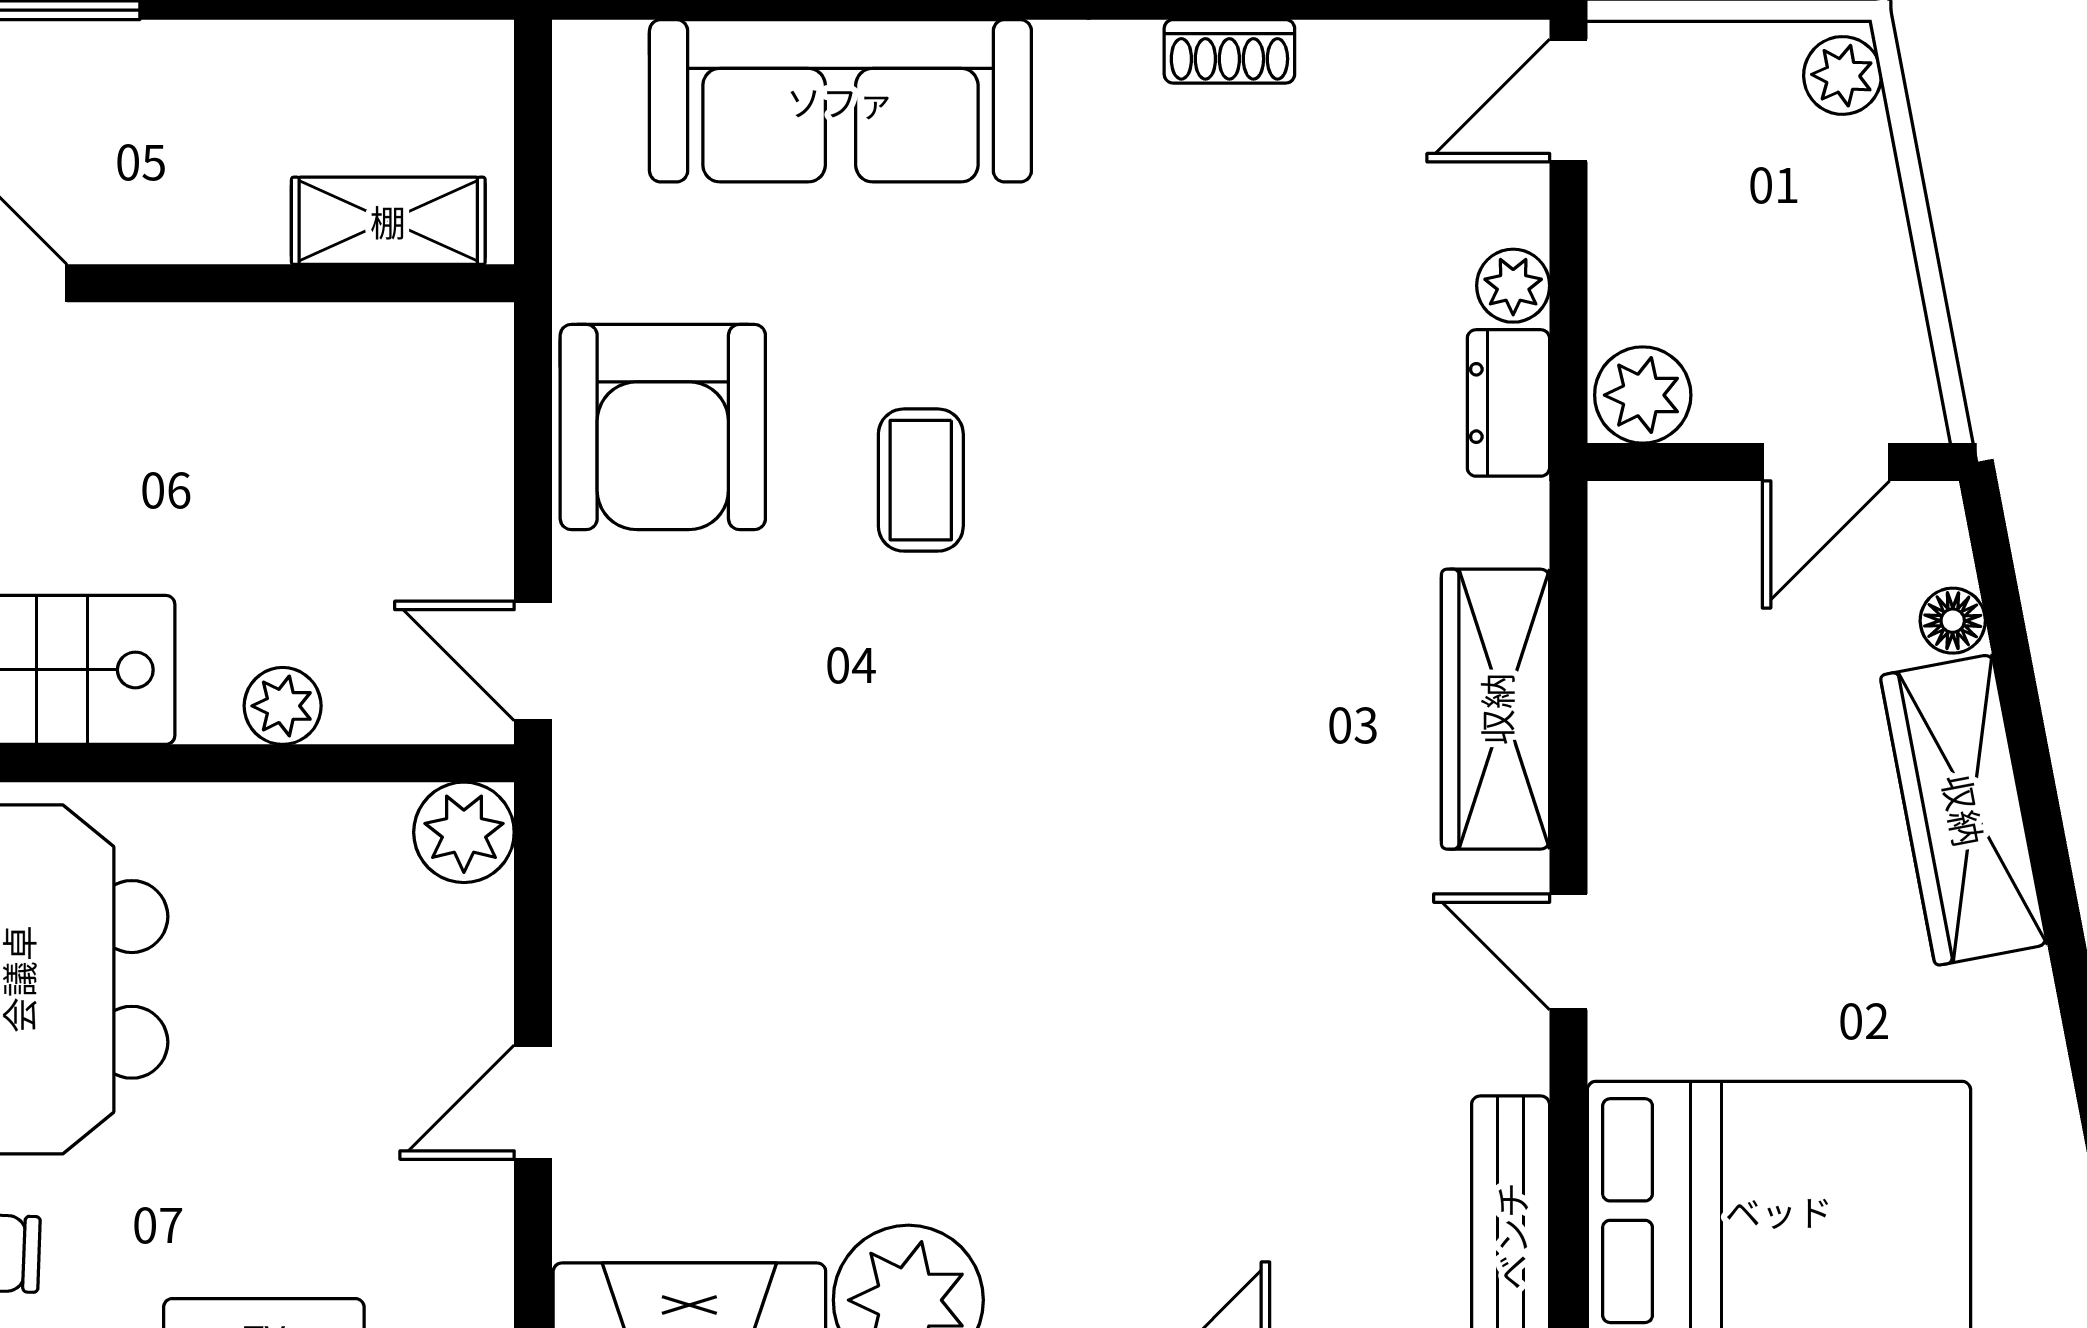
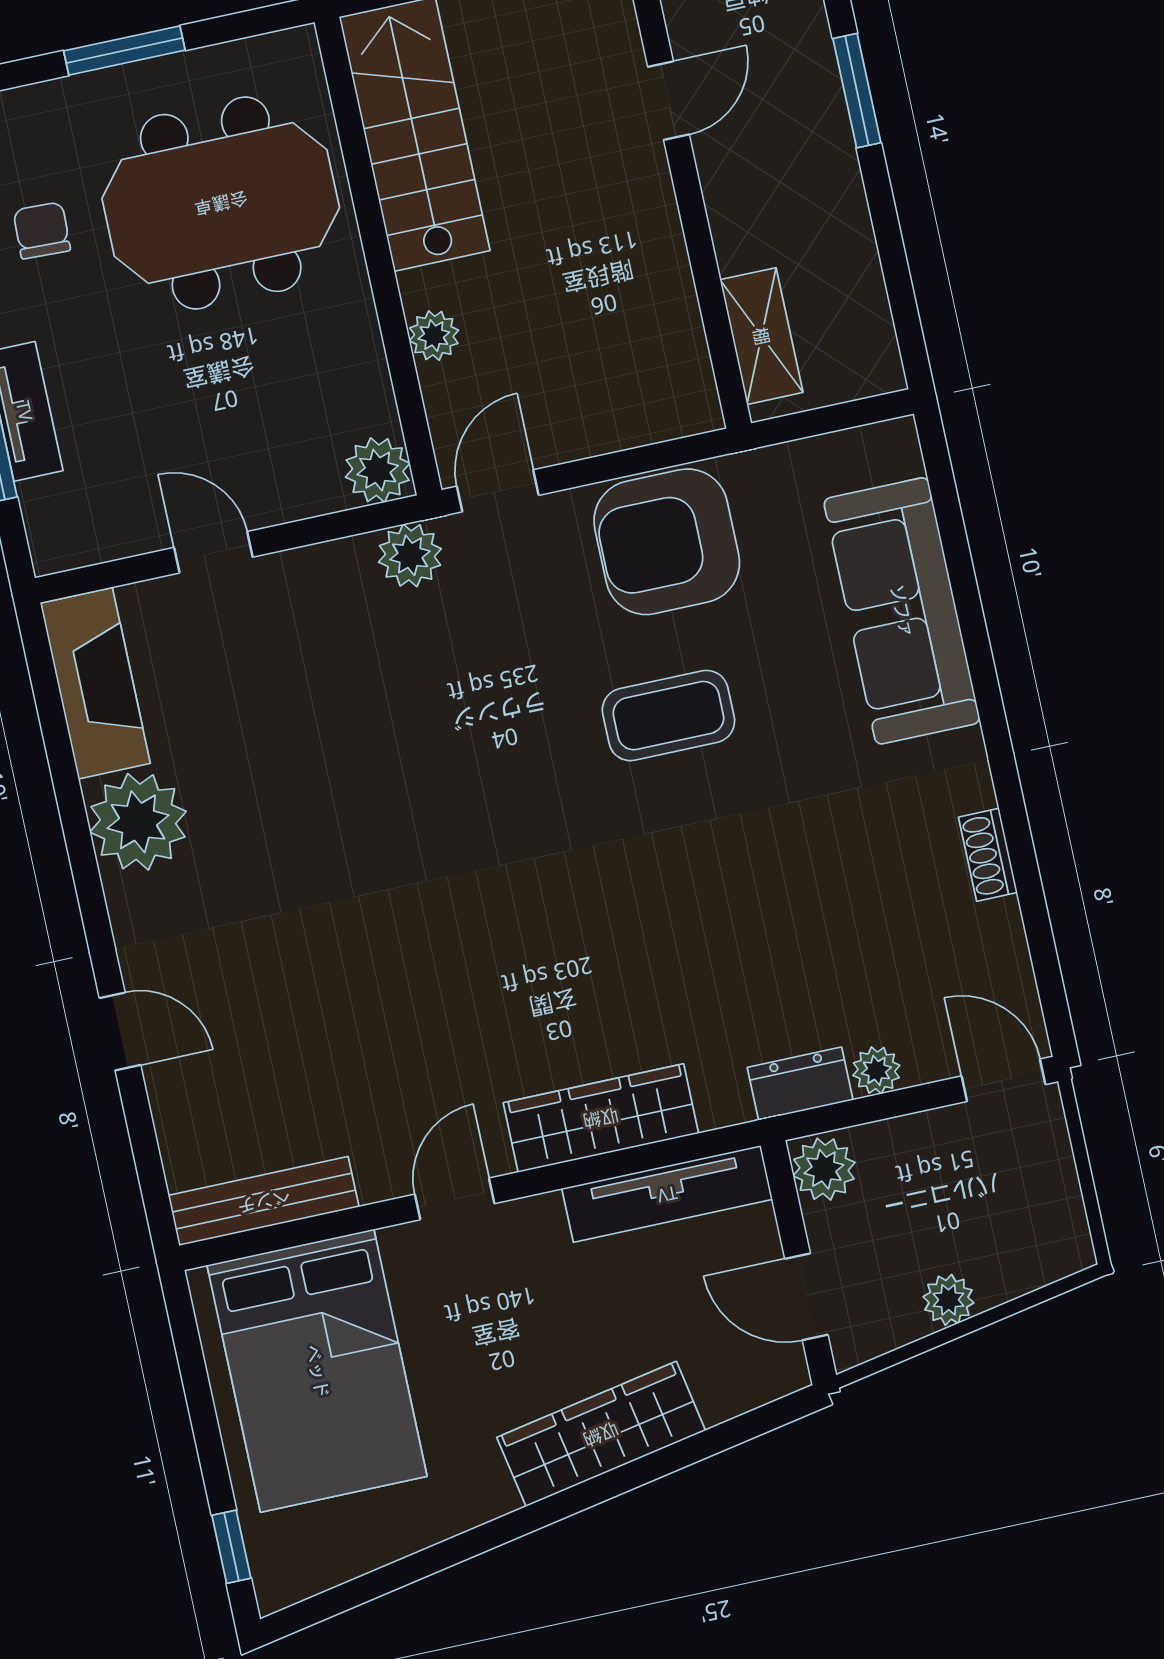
plant: (1843, 75) -> (948, 1300), moved
coffee table: (921, 480) -> (668, 716), width x1.36, depth x1.30
floor lamp: (1953, 621) -> (722, 1401), removed
tv unit: (1629, 635) -> (667, 1194), added
plant: (601, 812) -> (410, 555), added

